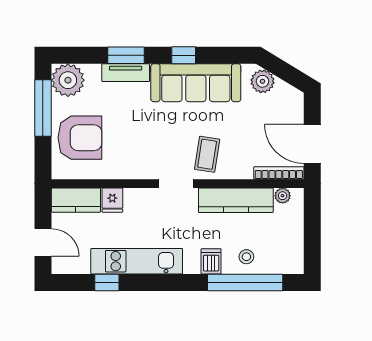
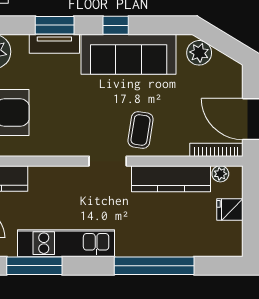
fridge: (112, 200) -> (230, 209), moved, turned 90
stool: (246, 257) -> (182, 238), removed
dishwasher: (211, 261) -> (145, 243), removed
window: (107, 282) -> (34, 266), width x2.17
window: (245, 282) -> (154, 266), moved

